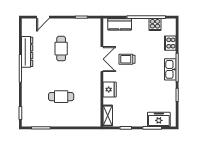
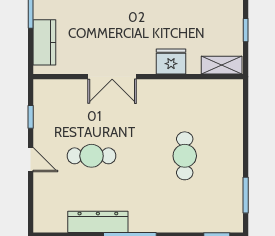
door: (43, 17) -> (31, 160), moved
double door: (102, 59) -> (112, 77), swing flipped
trolley: (127, 59) -> (112, 28), removed

